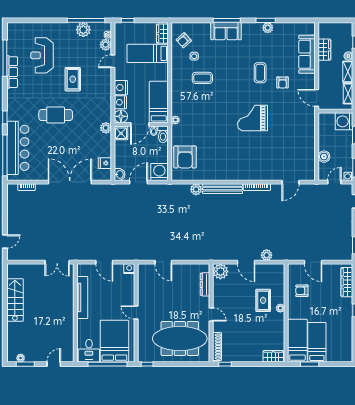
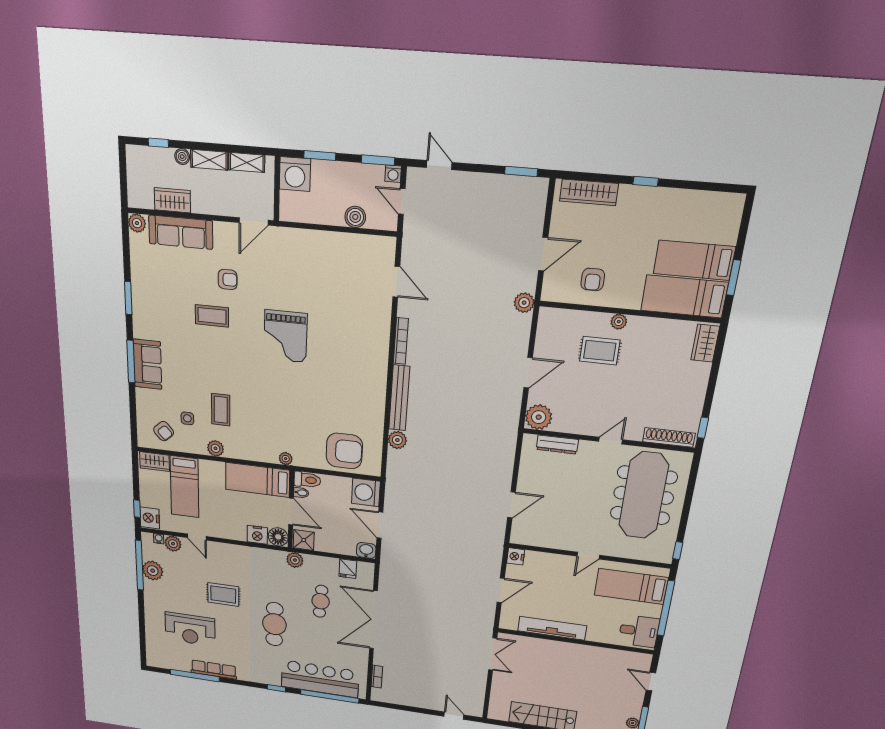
plant: (268, 28) -> (137, 223), moved
plant: (176, 74) -> (216, 448), added
nightstand: (121, 88) -> (150, 518), moved, turned 90
cafe table: (78, 146) -> (321, 601), added
plant: (267, 255) -> (524, 303), moved
bed: (114, 341) -> (631, 586), width x0.67

